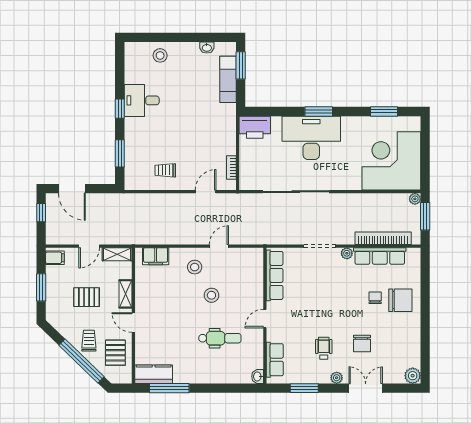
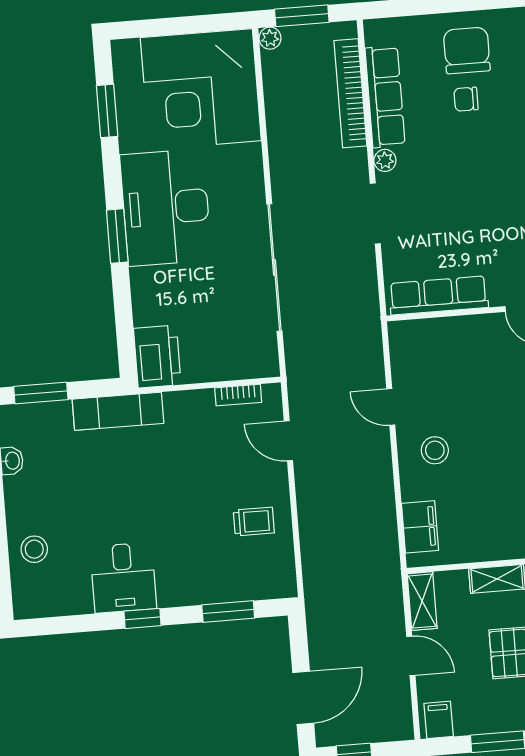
exam couch: (228, 79) -> (118, 411), moved
desk: (311, 138) -> (166, 207), moved
trolley: (165, 170) -> (254, 522), turned -90
stool: (211, 295) -> (486, 414), removed

